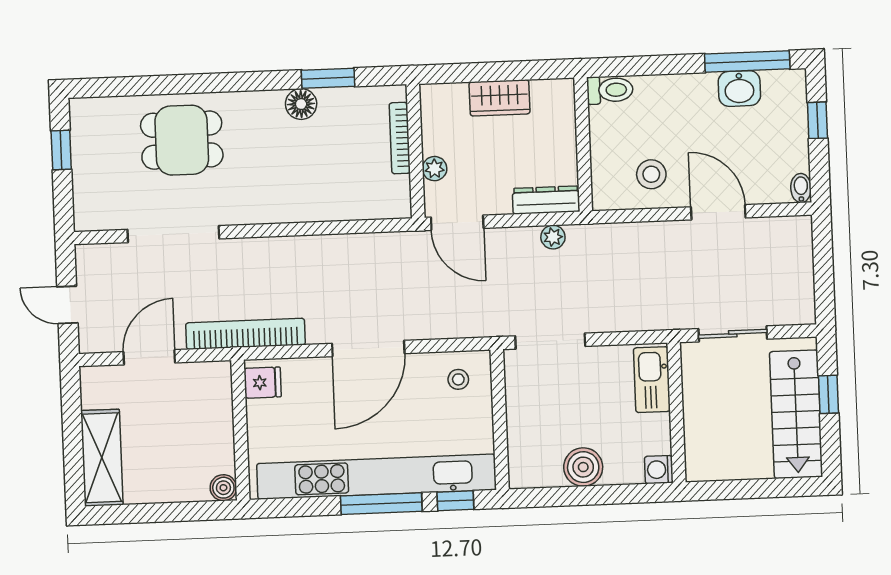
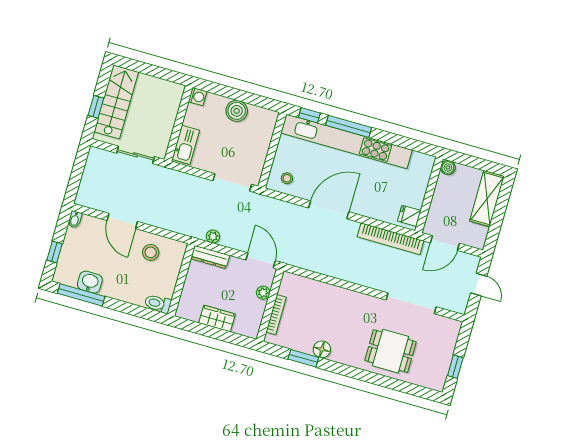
fridge: (263, 383) -> (409, 216), moved
wall: (240, 430) -> (429, 195), moved
boiler: (223, 488) -> (448, 168), moved

